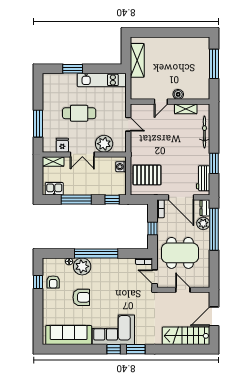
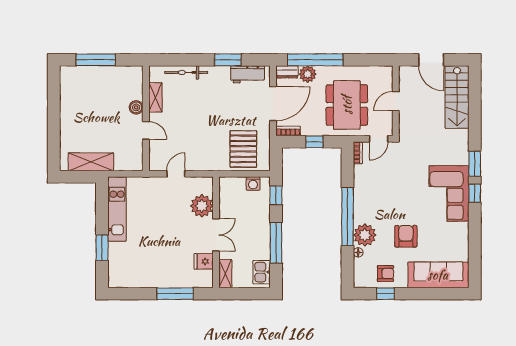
cafe table: (79, 113) -> (161, 239), removed
washing machine: (121, 167) -> (253, 184), moved
sofa: (69, 335) -> (438, 275), moved, turned 90

